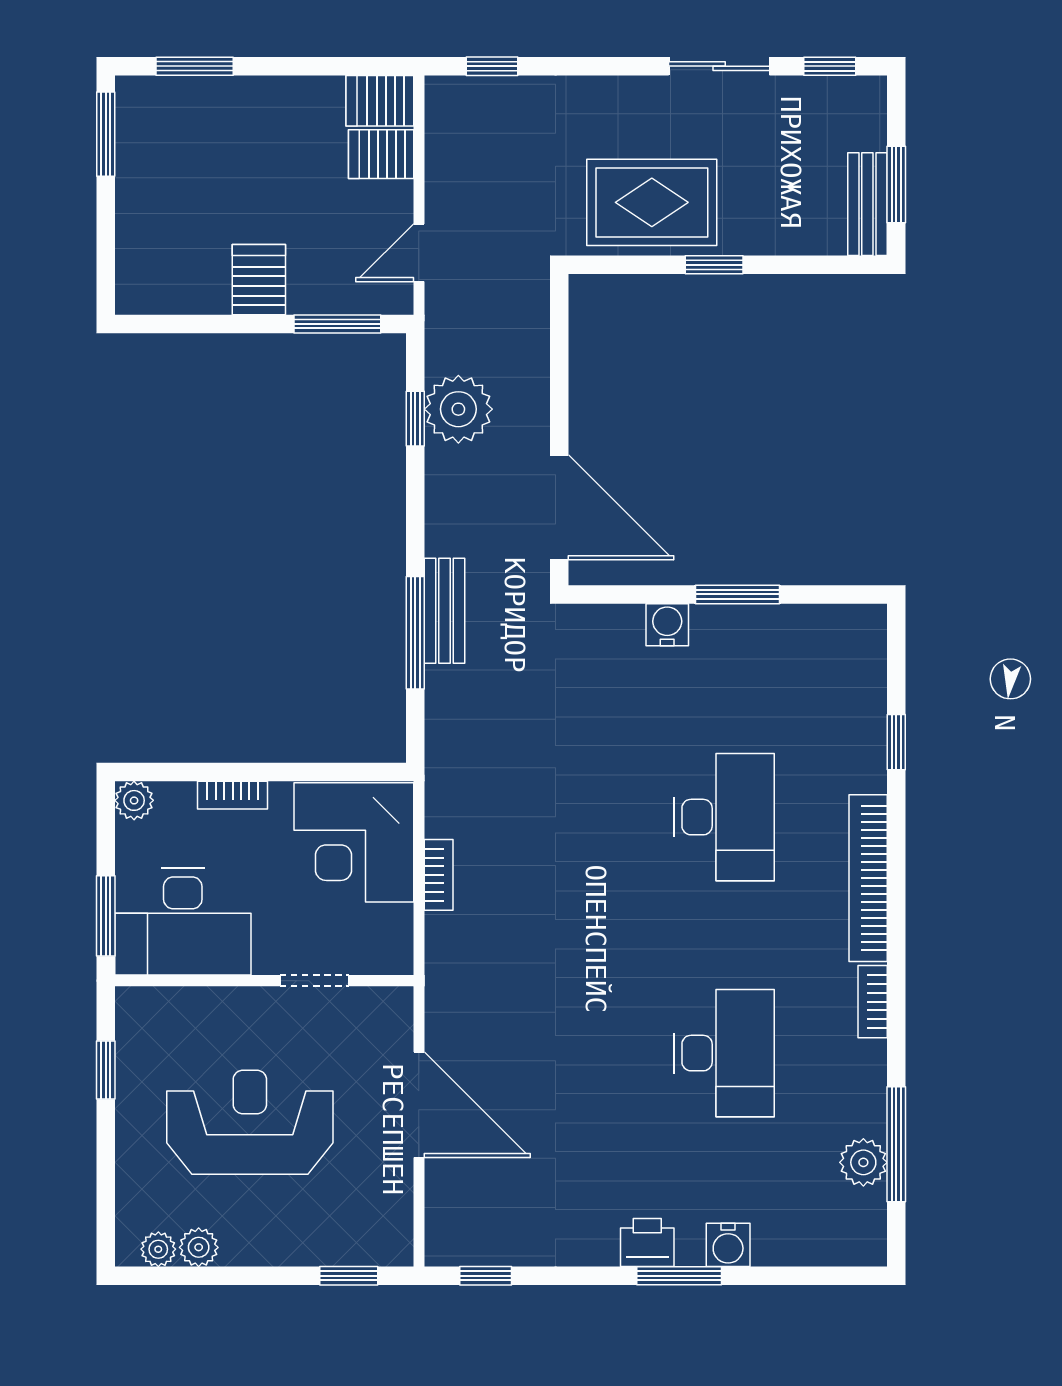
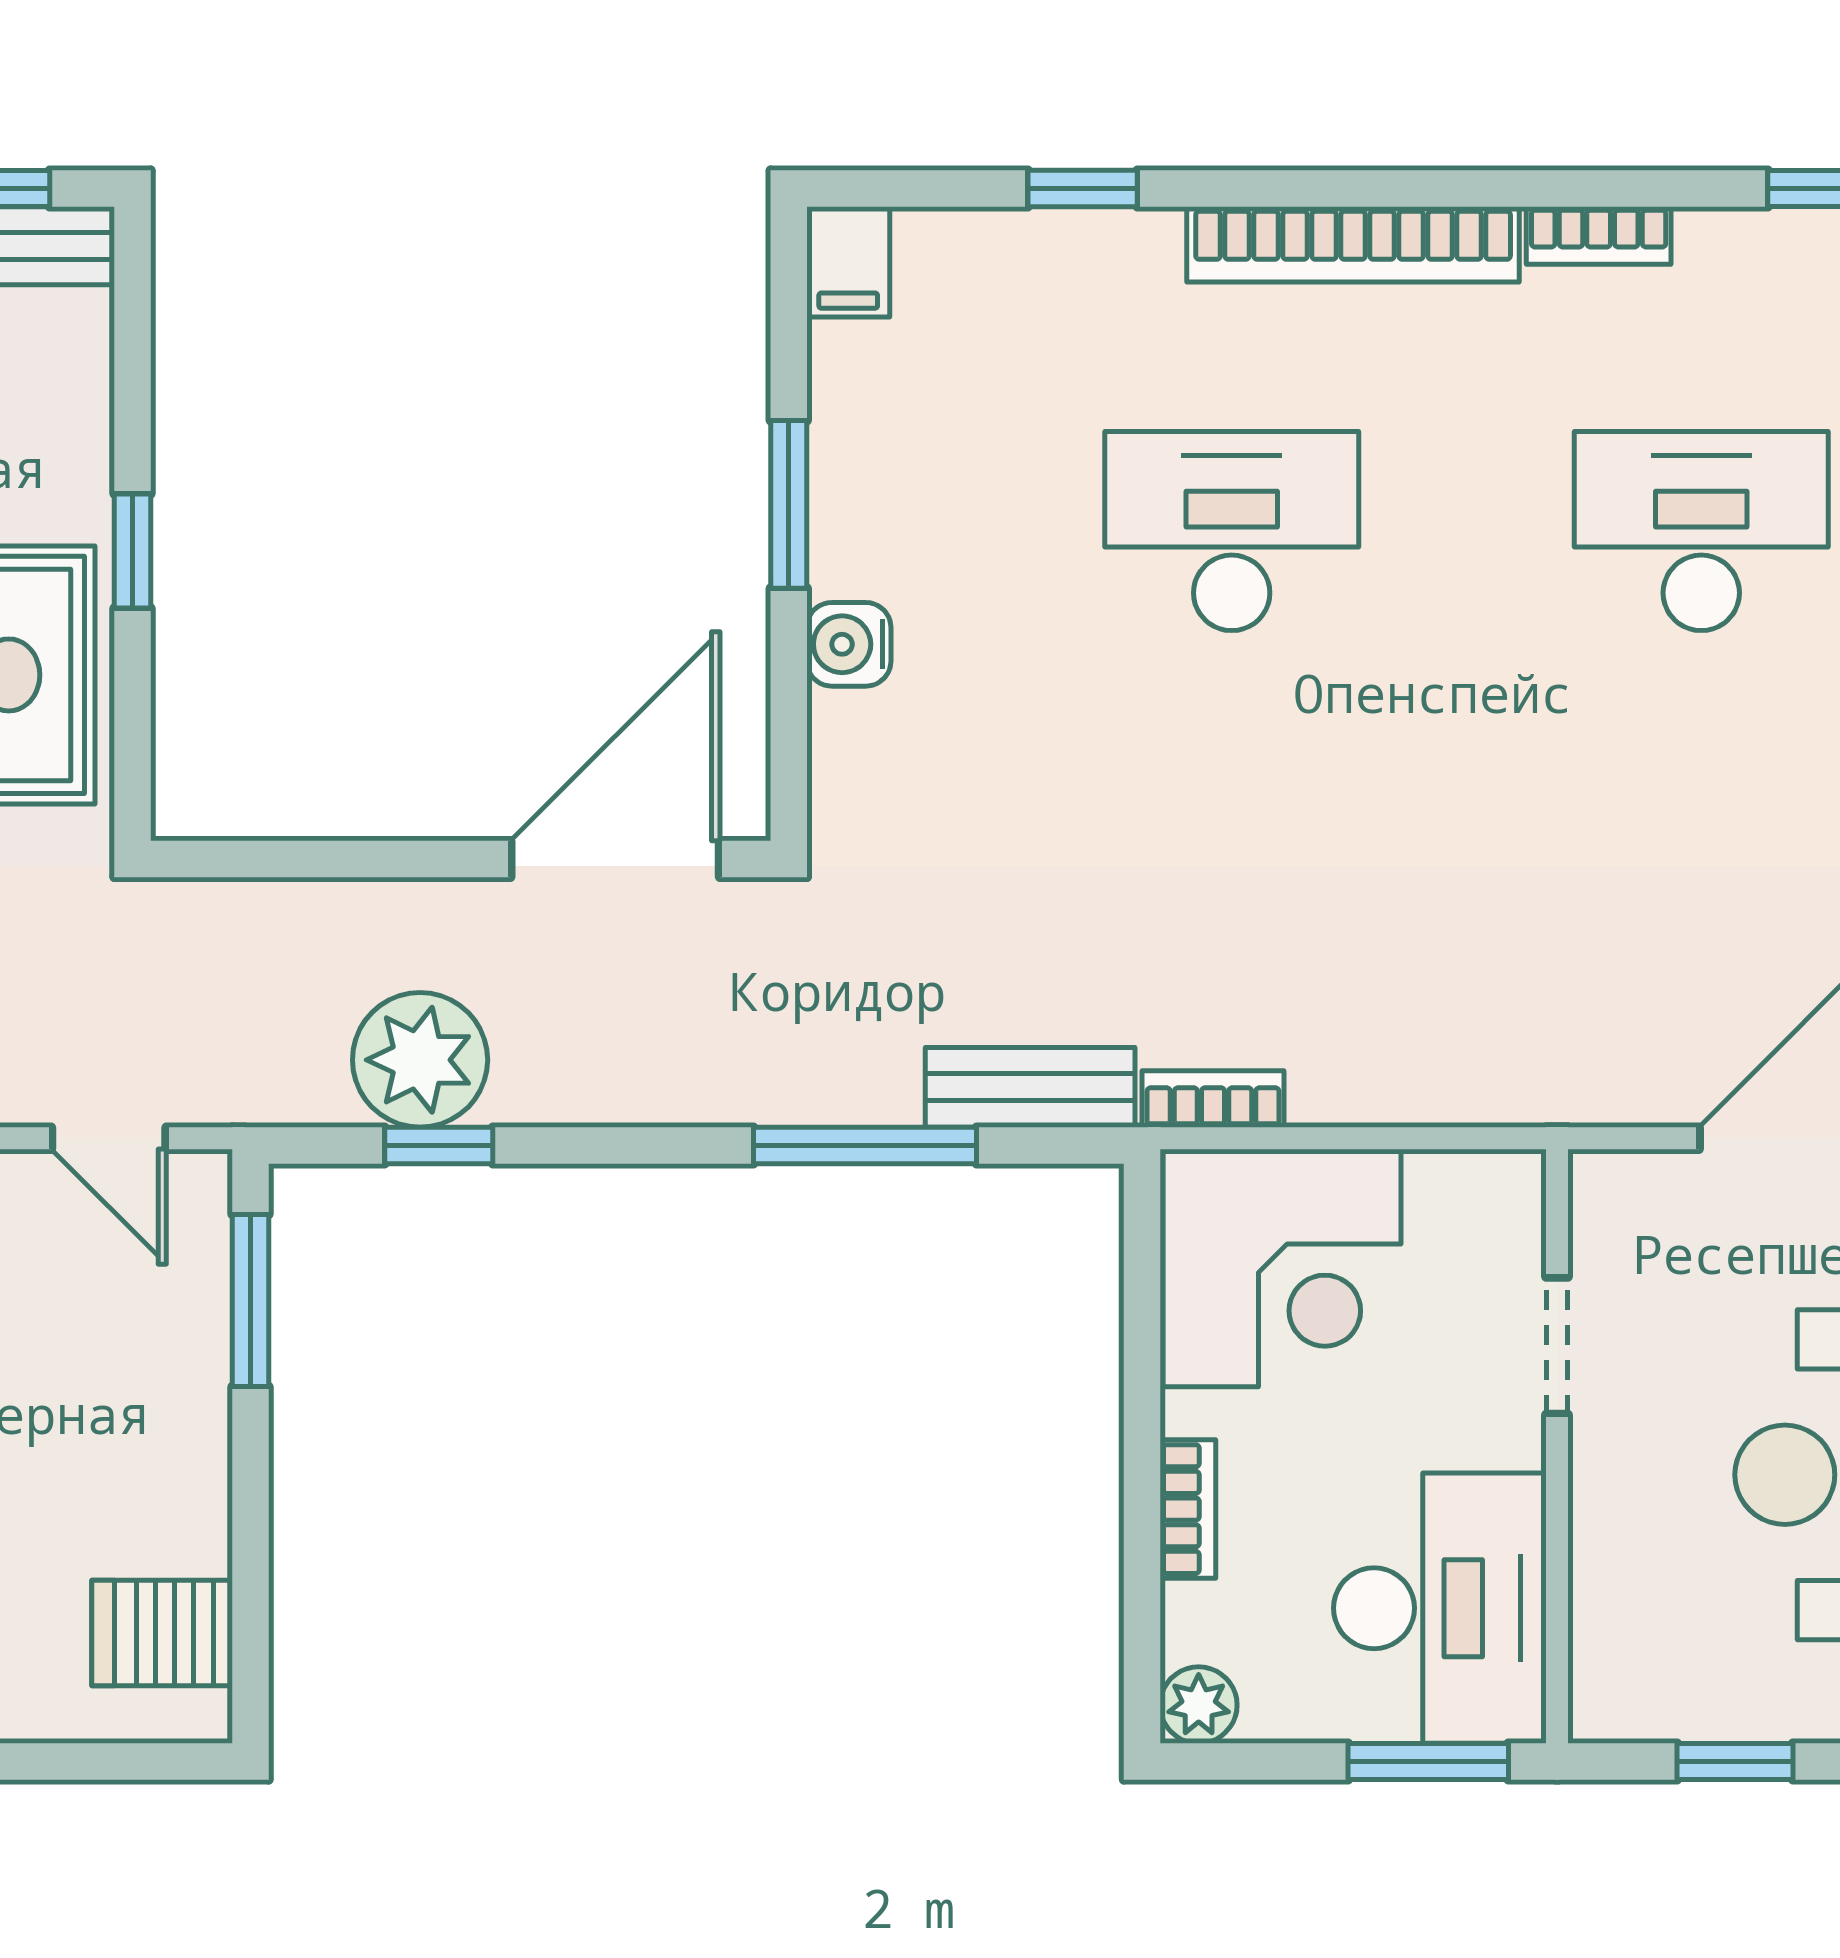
server rack: (259, 280) -> (162, 1633), moved
bench: (445, 611) -> (1030, 1087), moved
filing cabinet: (859, 624) -> (848, 262), added
bookcase: (439, 875) -> (1213, 1099), moved

